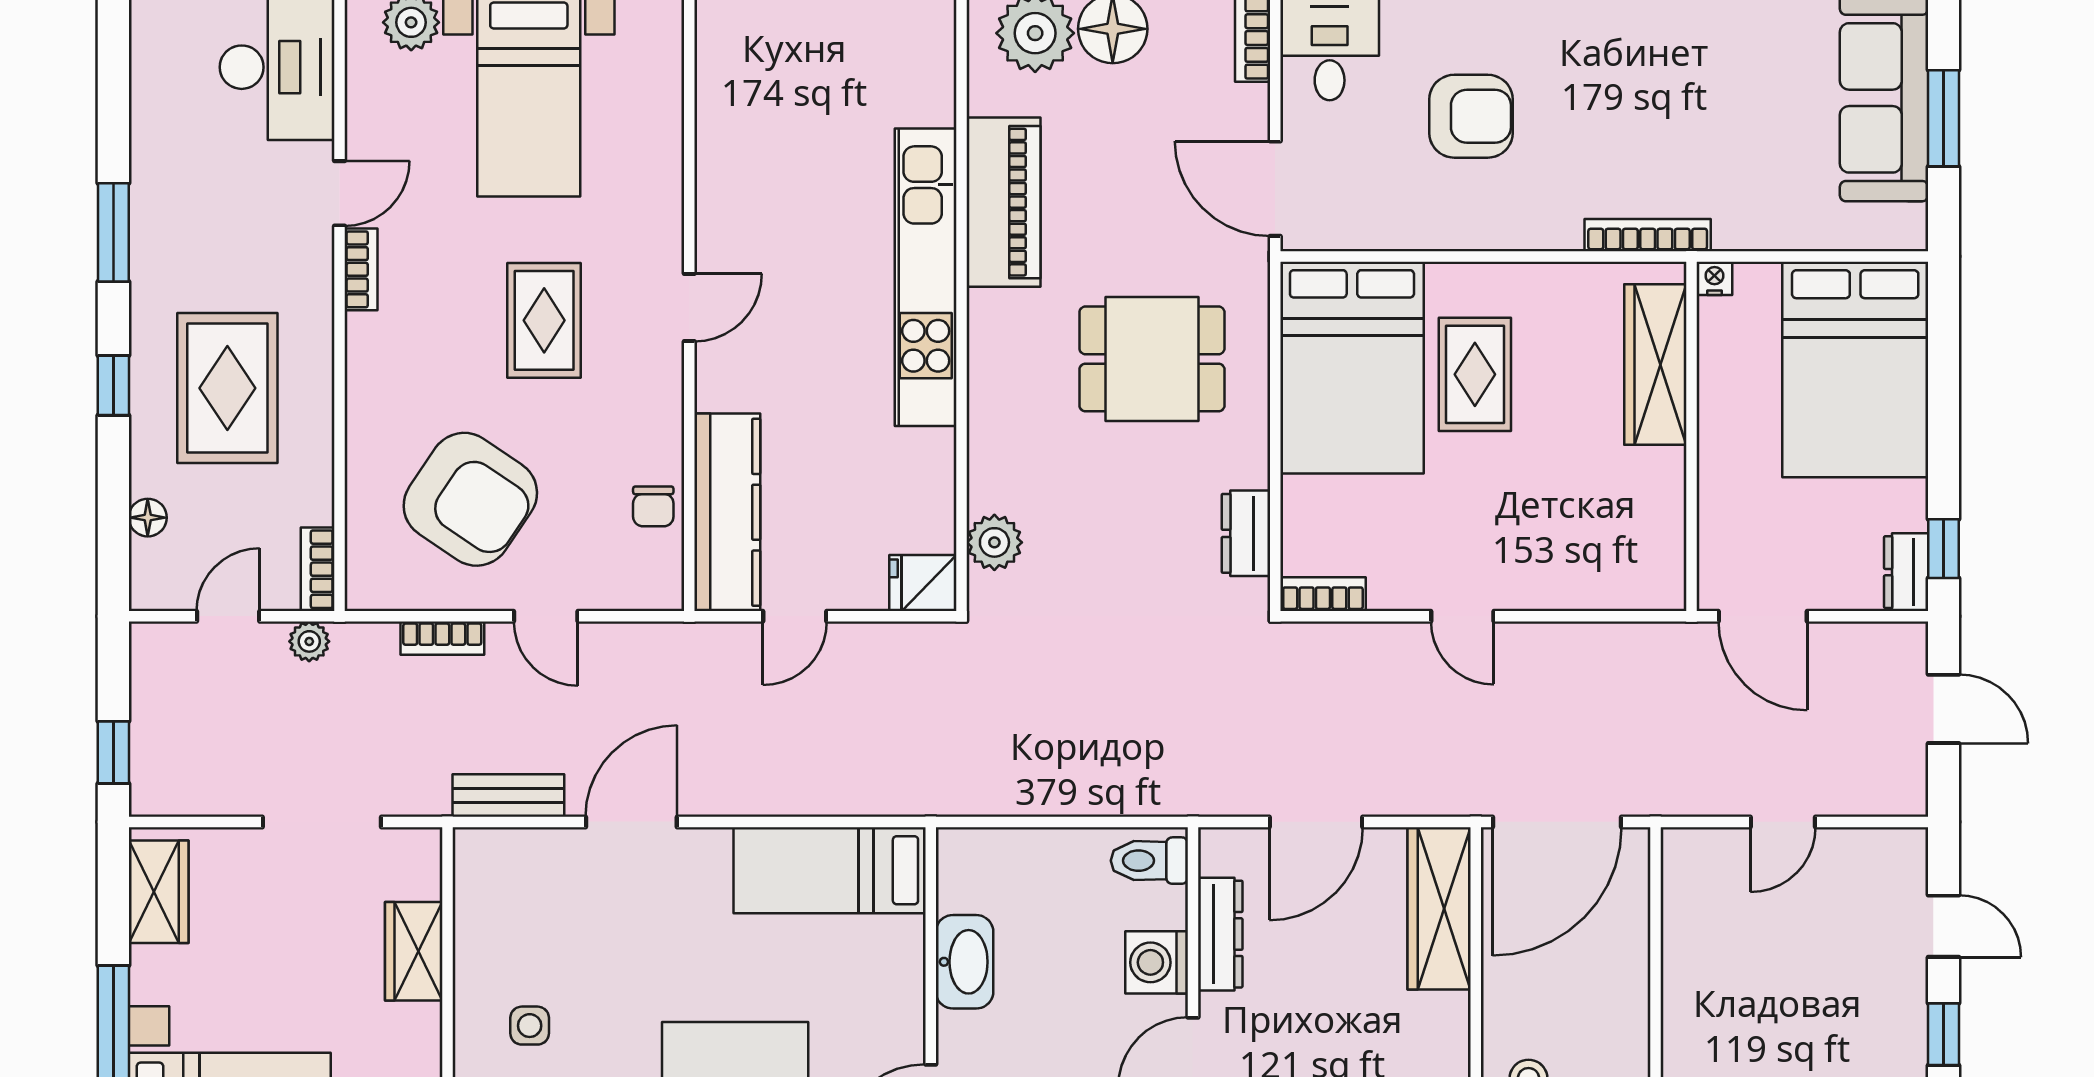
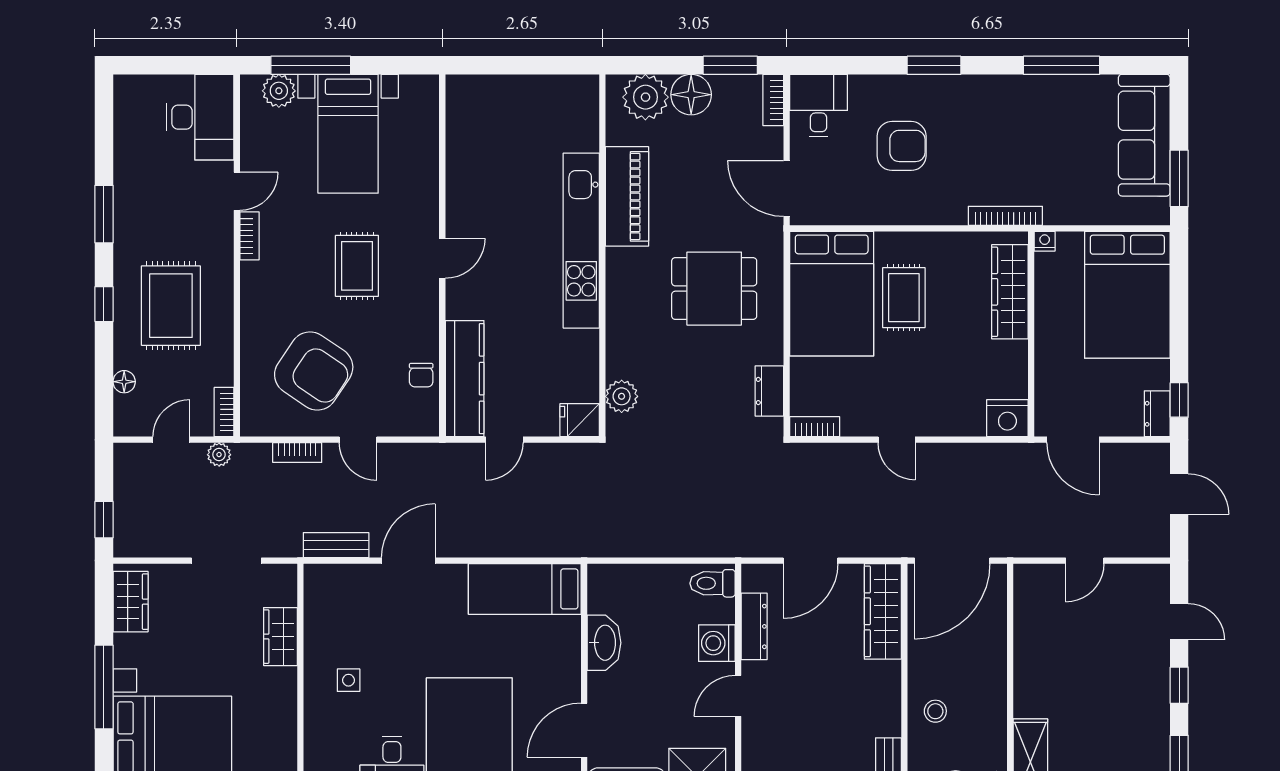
window: (1943, 118) -> (1179, 178), moved
nightstand: (1651, 579) -> (1007, 418), added

